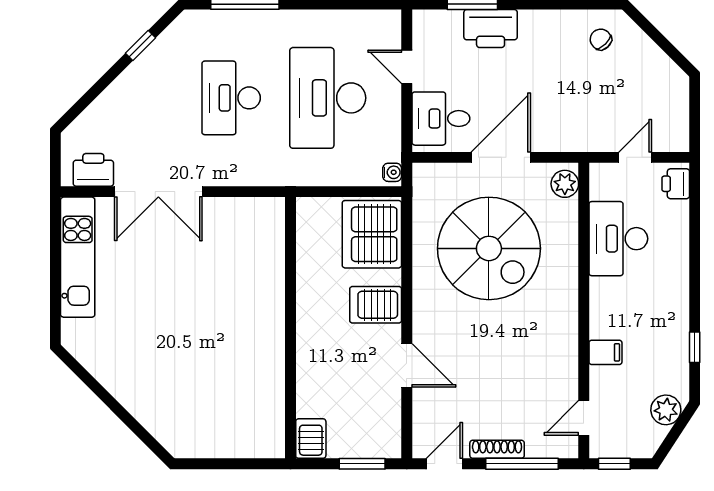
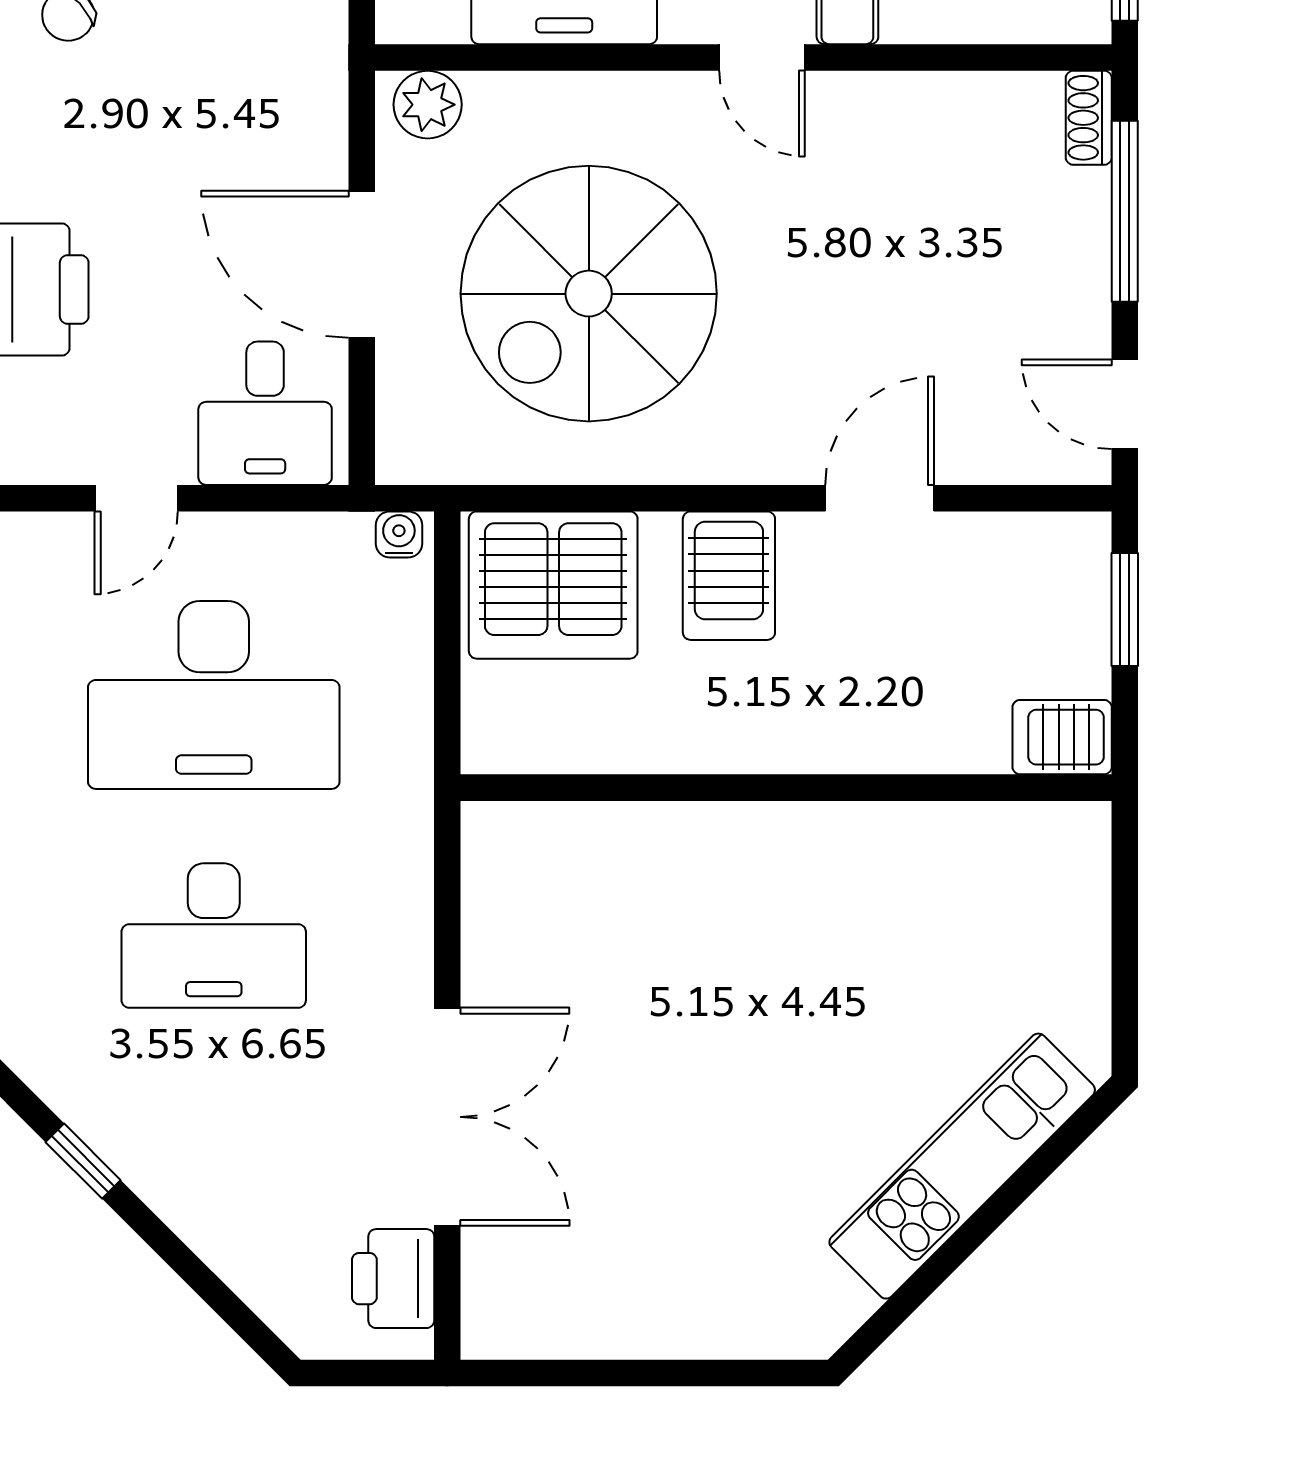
spiral stairs: (489, 248) -> (589, 294), turned 180
kitchen unit: (78, 257) -> (962, 1166), moved, turned -45
door: (584, 418) -> (762, 57), moved
shoe rack: (497, 449) -> (1089, 118), moved, width x0.70

